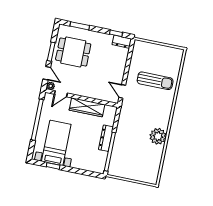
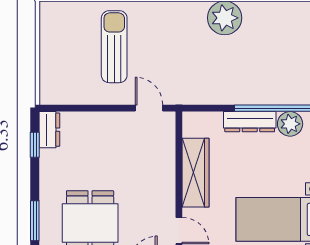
door: (122, 91) -> (149, 108), swing flipped
plant: (101, 157) -> (290, 124), added

